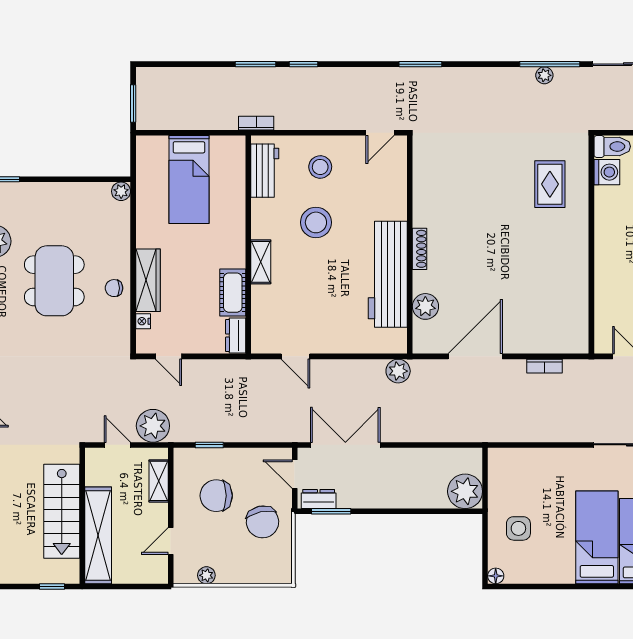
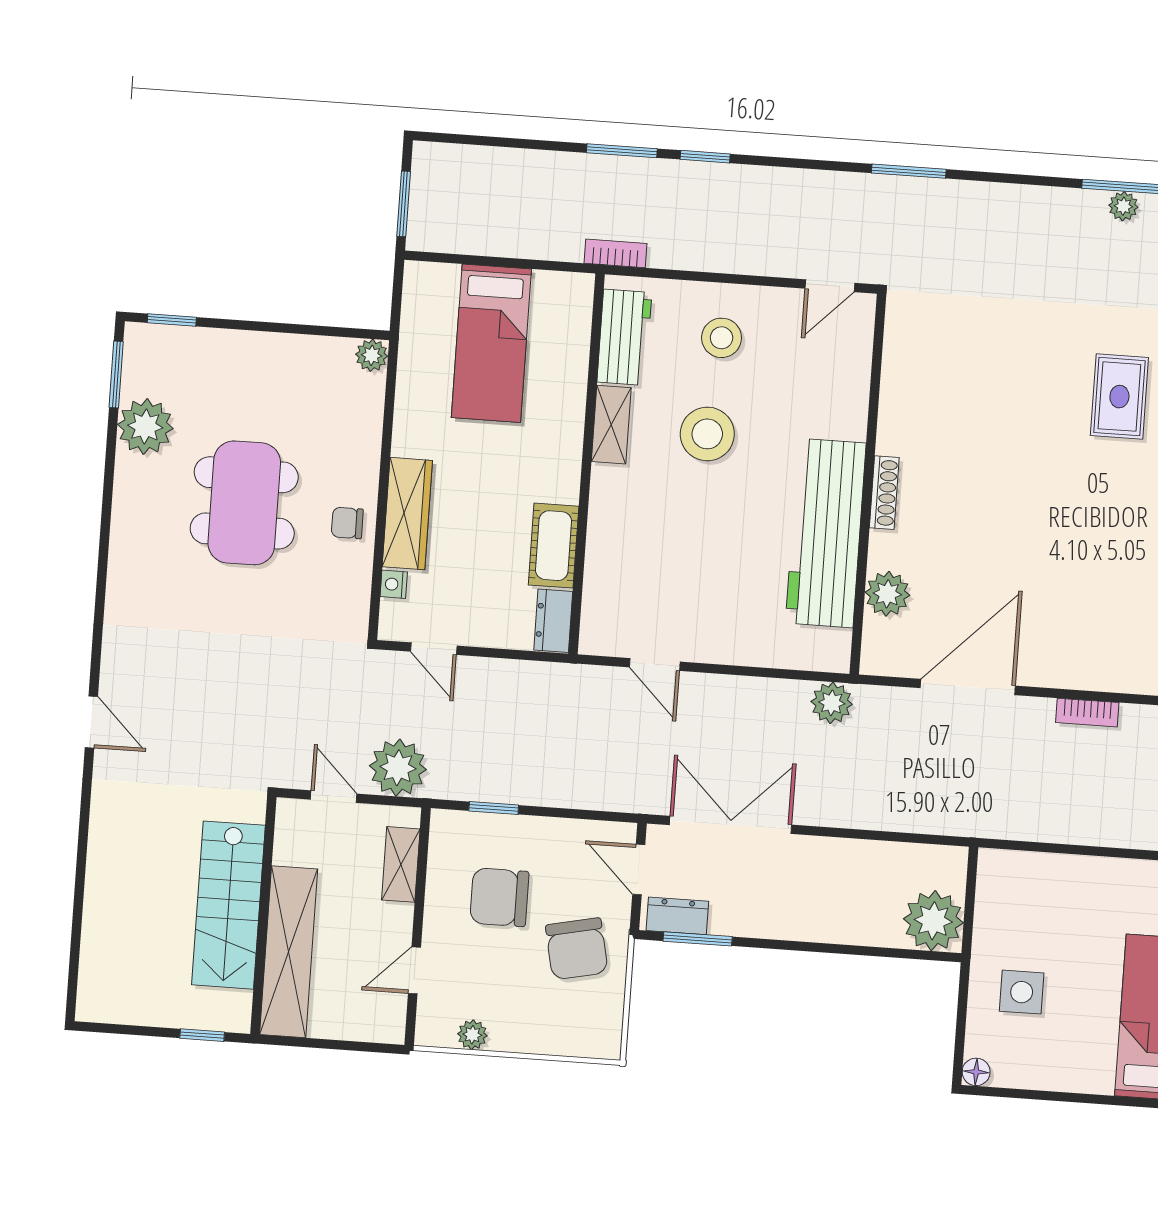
shelving: (261, 262) -> (611, 425), moved

